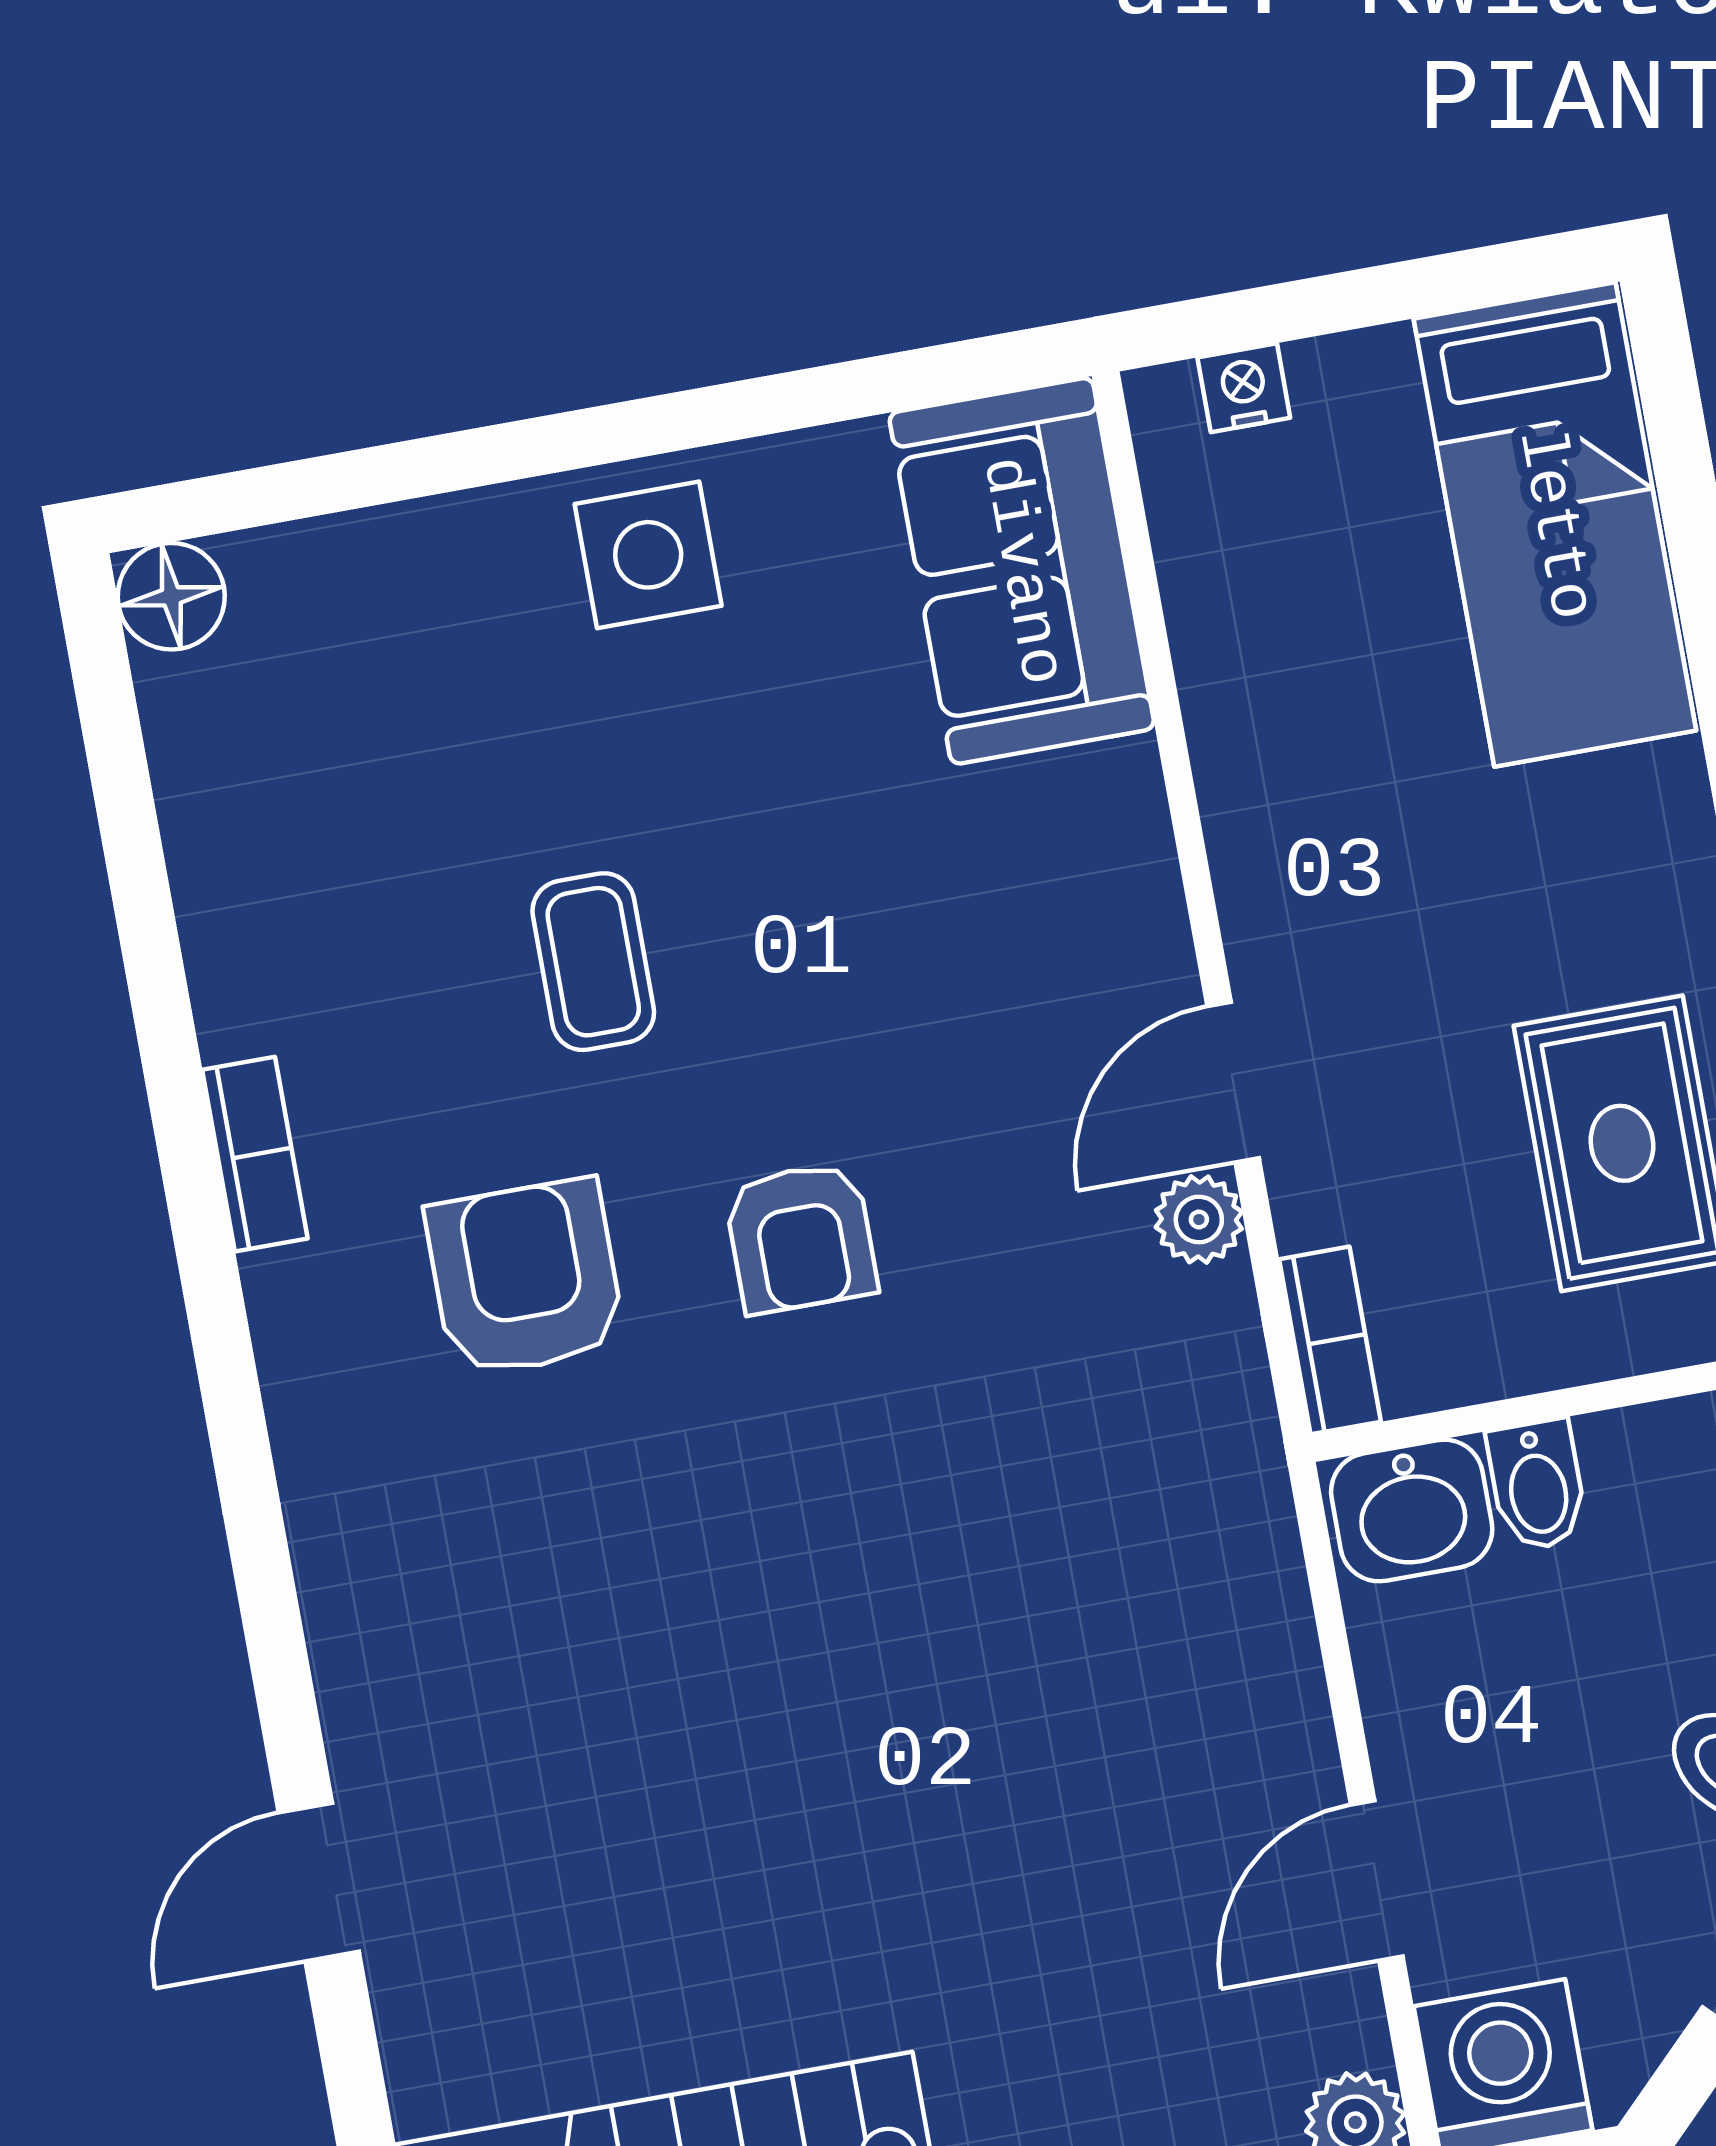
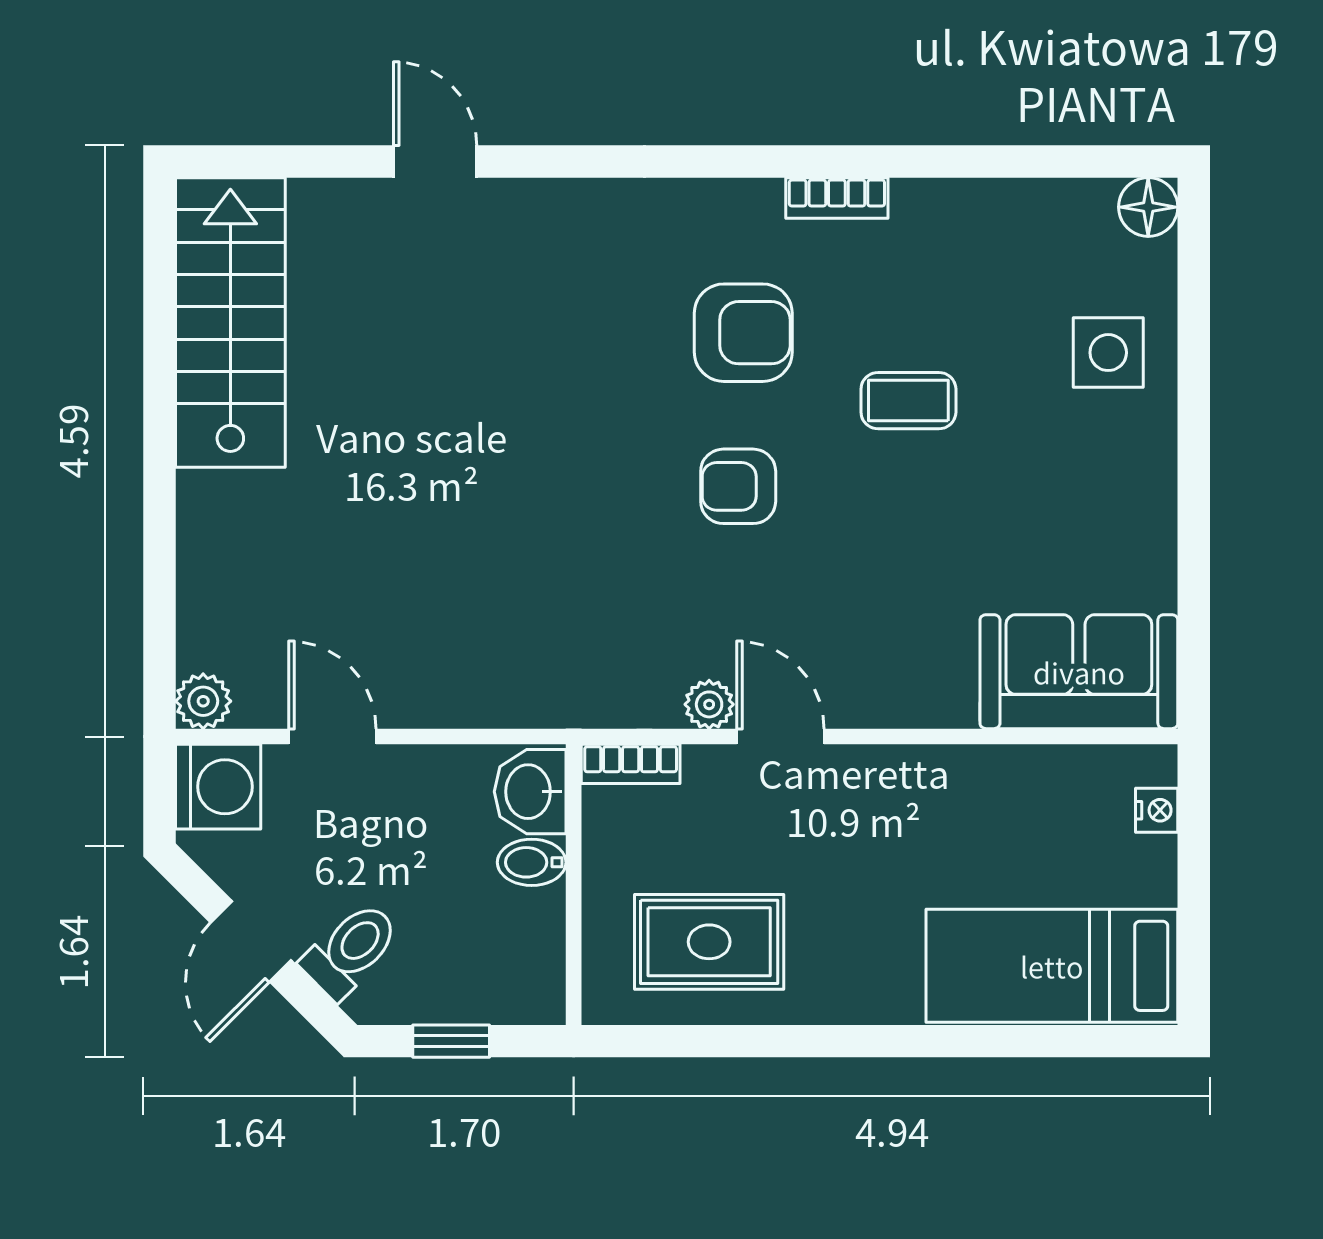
side table: (648, 555) -> (1108, 353), moved

